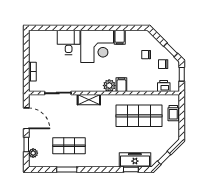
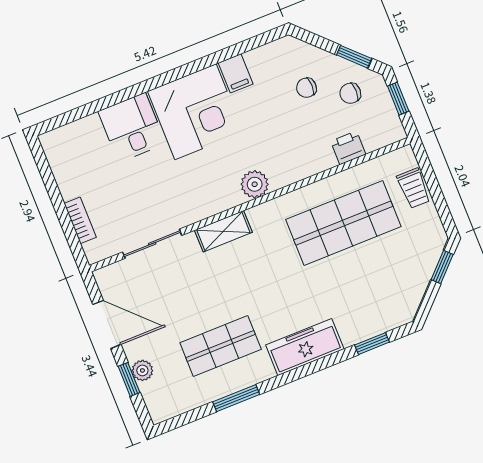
filing cabinet: (121, 85) -> (280, 172), removed
printer: (164, 86) -> (348, 148), moved
plant: (33, 153) -> (142, 370), moved
window: (164, 158) -> (442, 267), moved
freezer: (135, 160) -> (305, 347), moved

